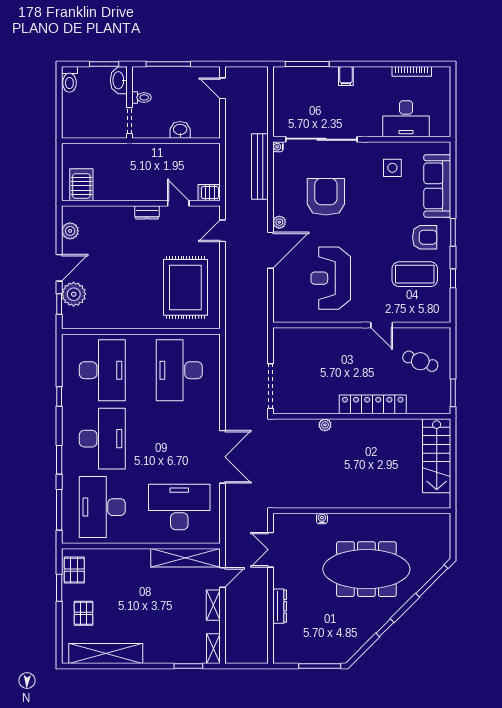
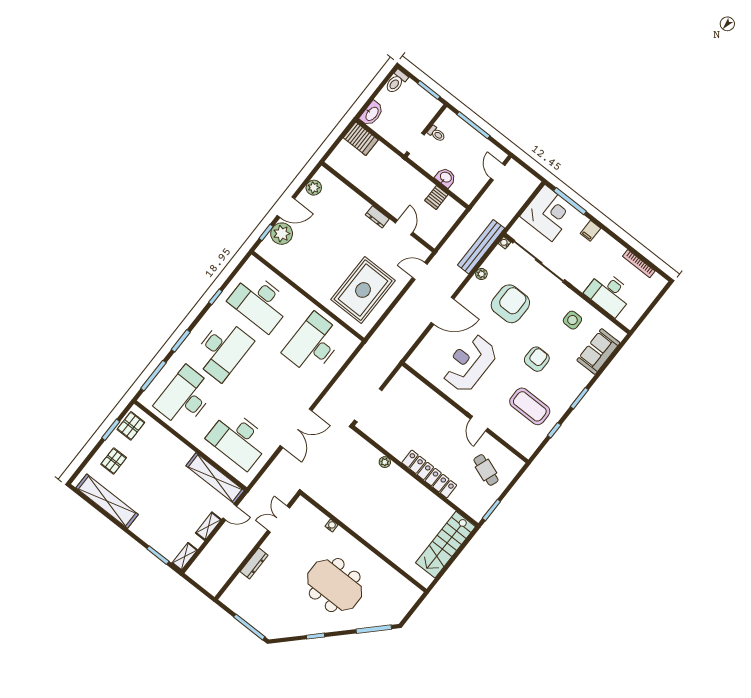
washbasin: (119, 80) -> (372, 114), moved, turned 180
corner desk: (296, 90) -> (548, 213), added
server rack: (81, 185) -> (361, 139), moved, turned 90
sofa: (437, 186) -> (598, 352), width x0.73
server rack: (209, 193) -> (436, 198), moved, turned -90
plant: (279, 222) -> (481, 274), moved
armchair: (425, 237) -> (537, 359), moved, turned -90
desk: (102, 370) -> (260, 302), turned 90
desk: (179, 507) -> (238, 439), turned 180
meeting table: (366, 569) -> (335, 585), width x0.73

